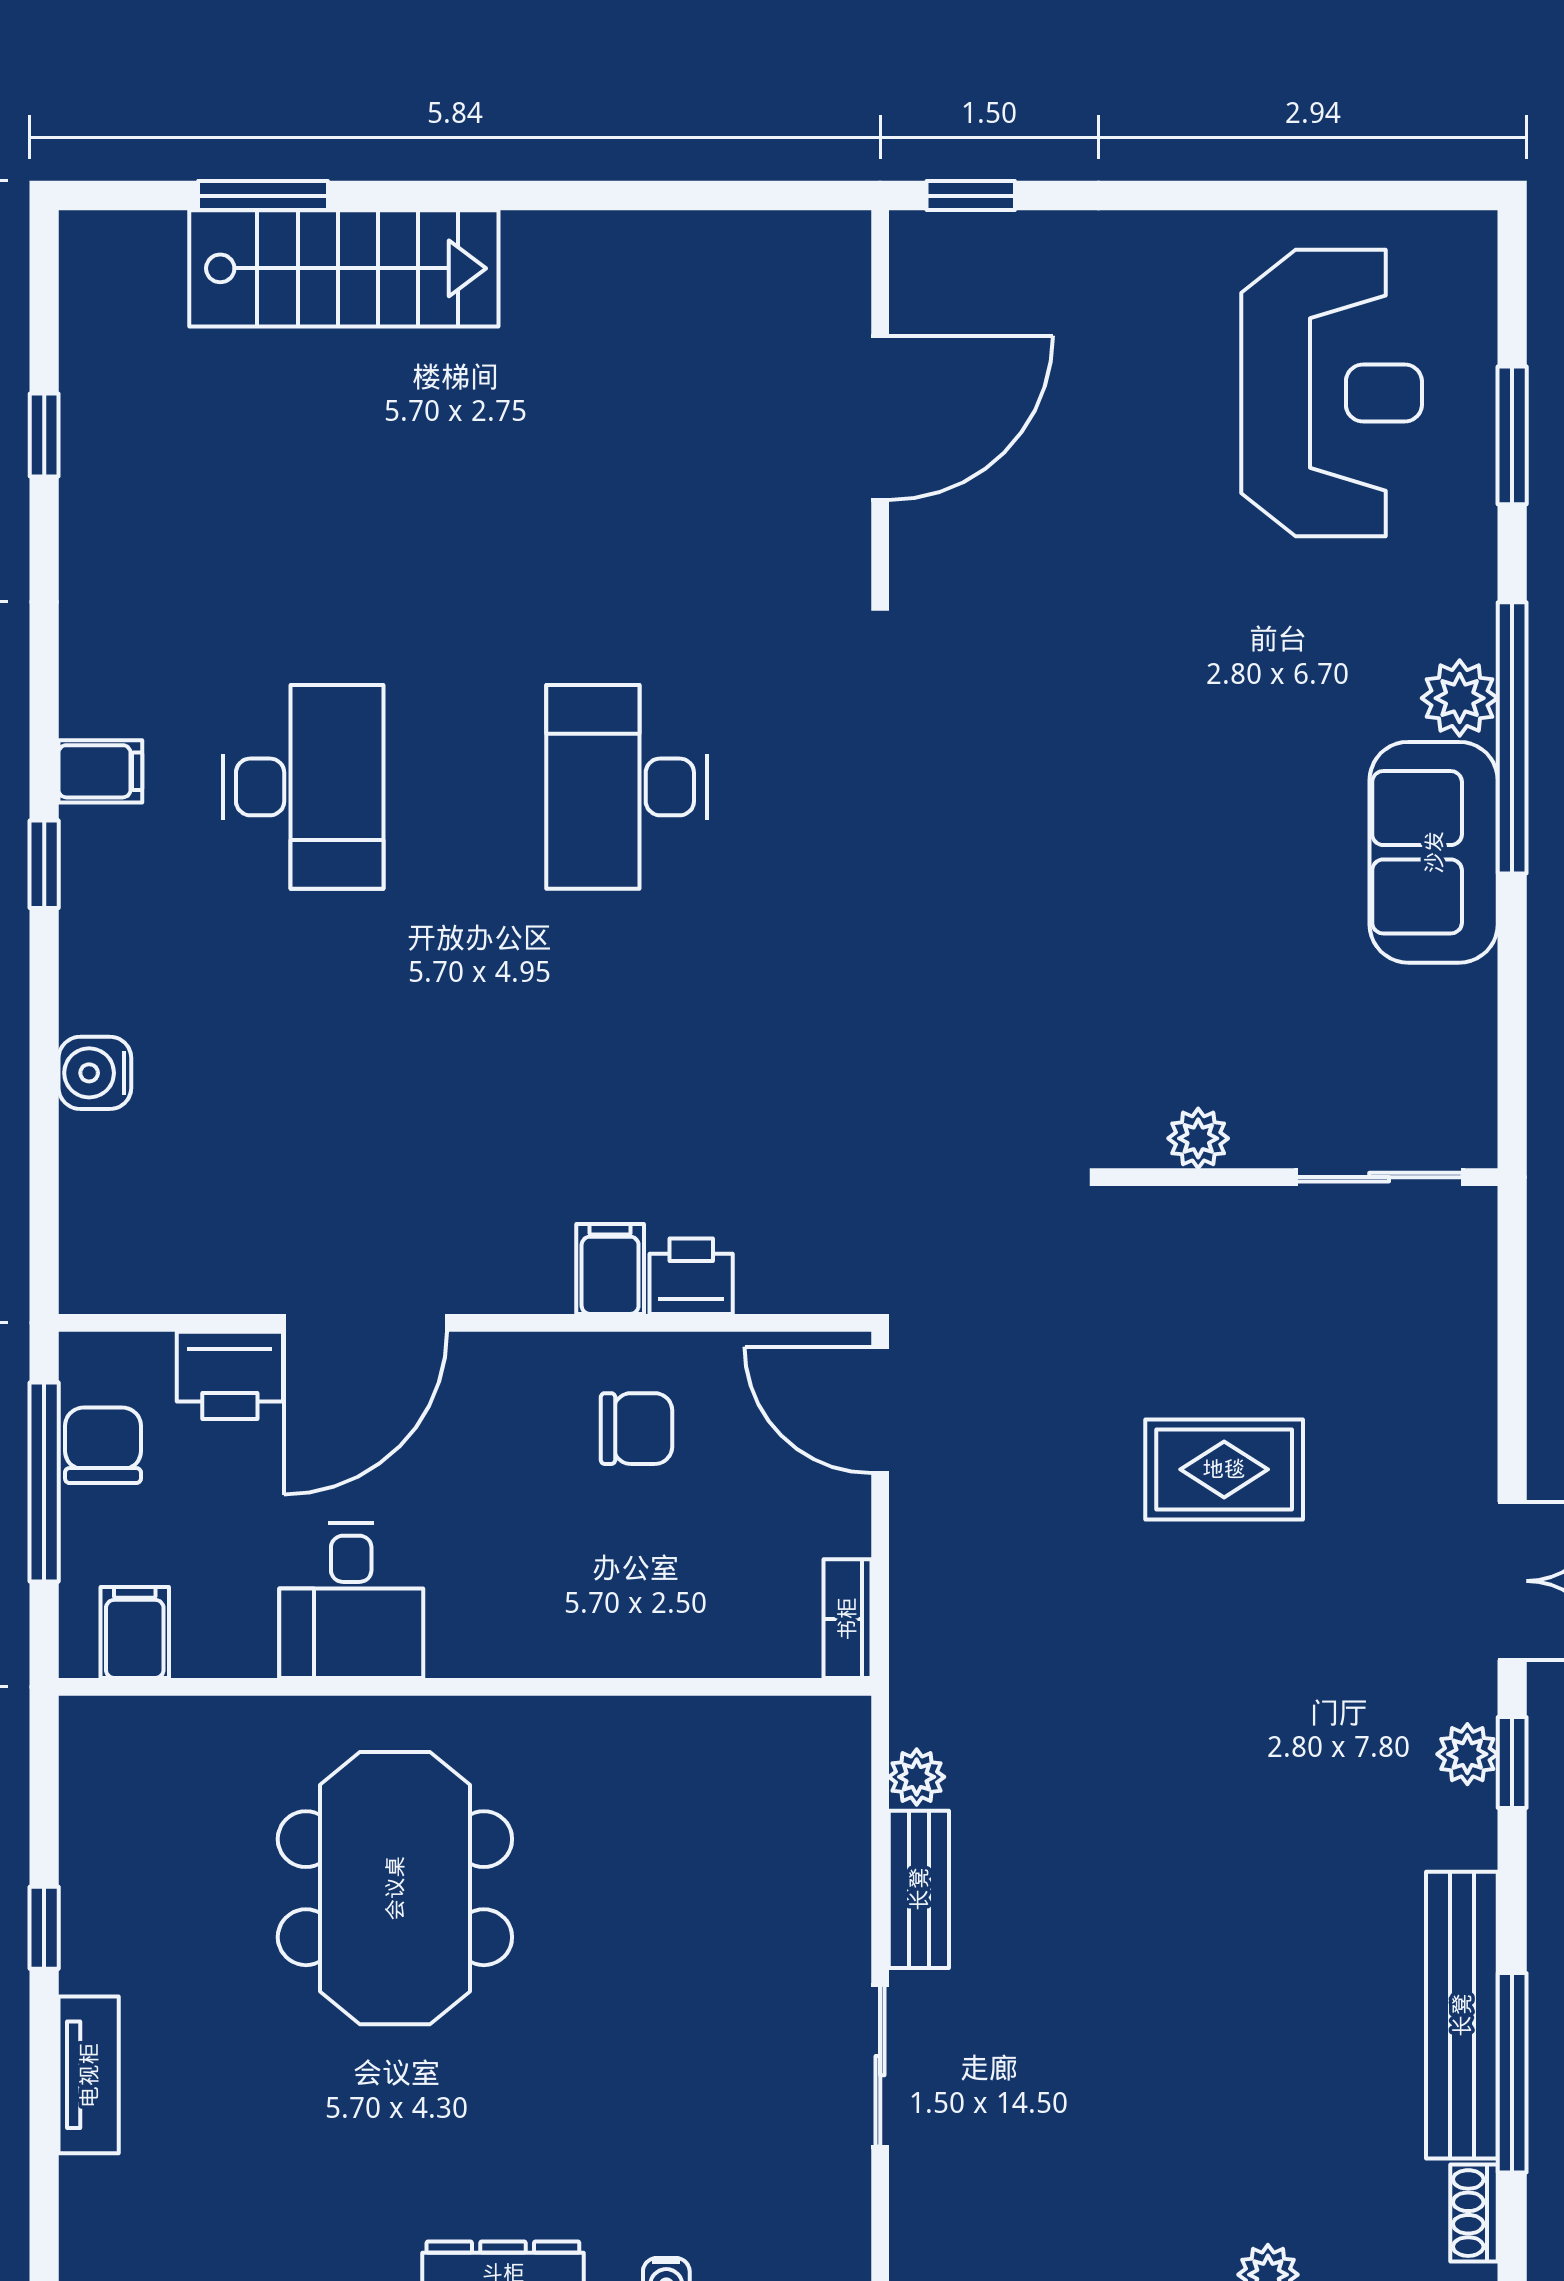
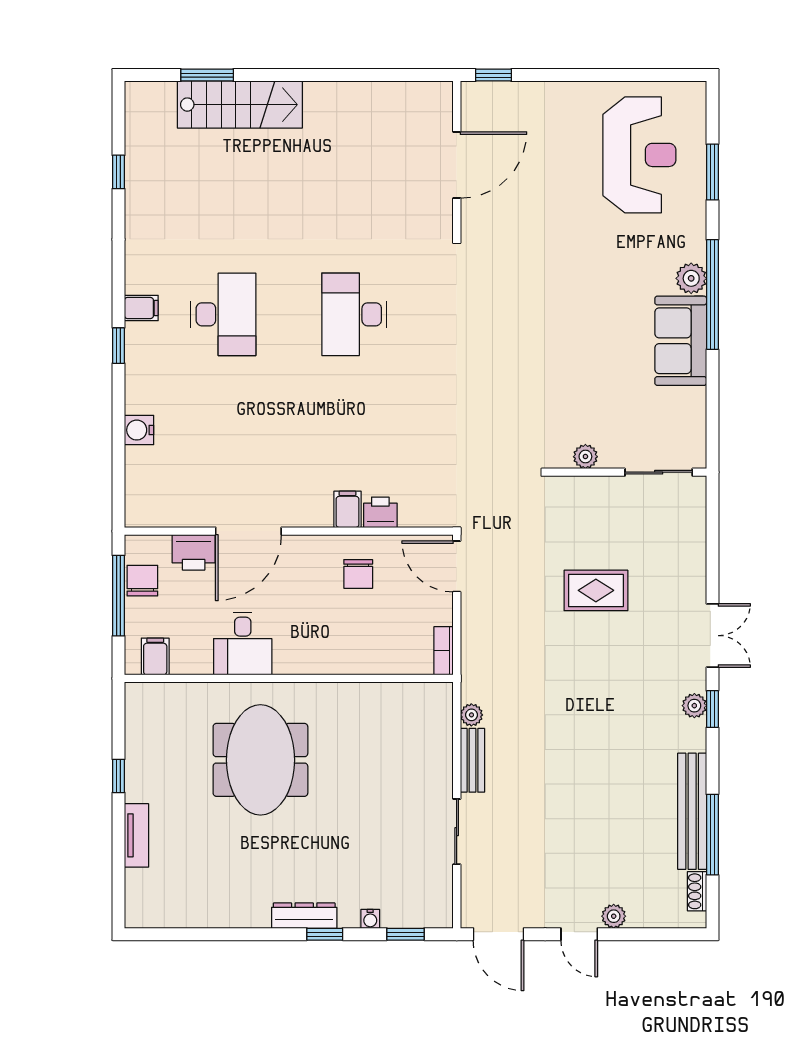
chair: (636, 1429) -> (358, 574), turned 90

